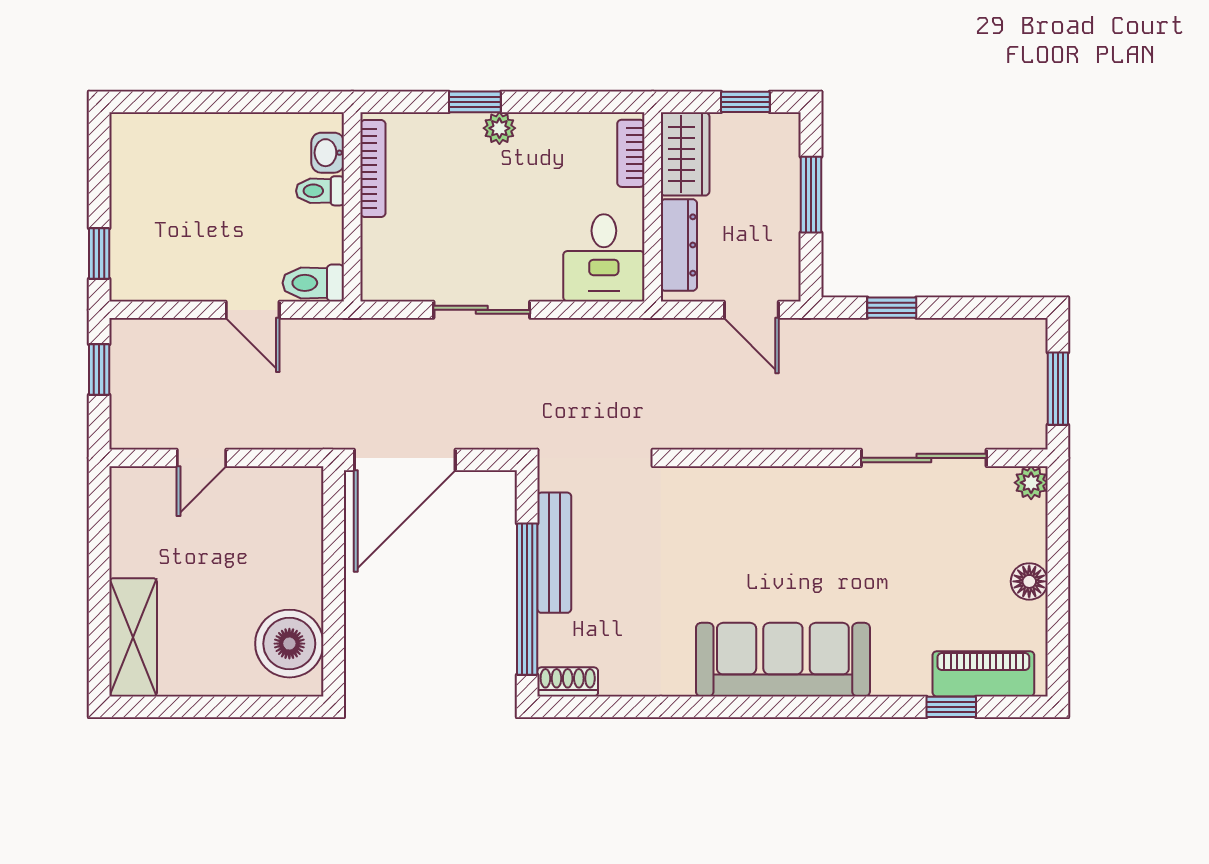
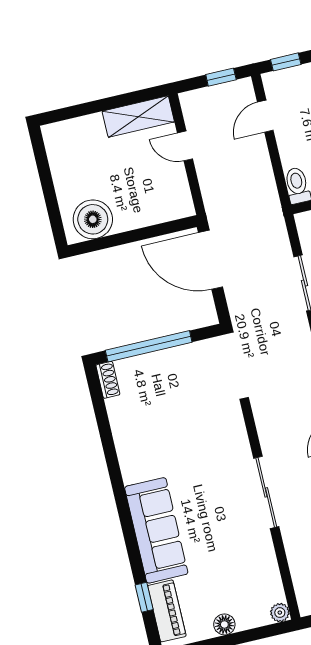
door: (253, 310) -> (265, 116), moved
sliding door: (924, 458) -> (266, 492), moved
bench: (554, 553) -> (178, 355), removed
shelving: (133, 637) -> (138, 117), moved
sofa: (783, 660) -> (156, 530), moved

